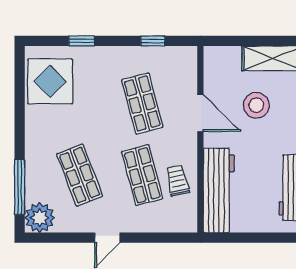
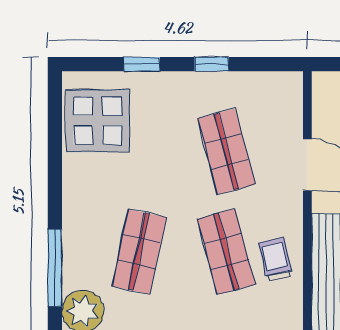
window: (153, 41) -> (211, 64), moved
shop shelf: (80, 175) -> (139, 252), turned 33

